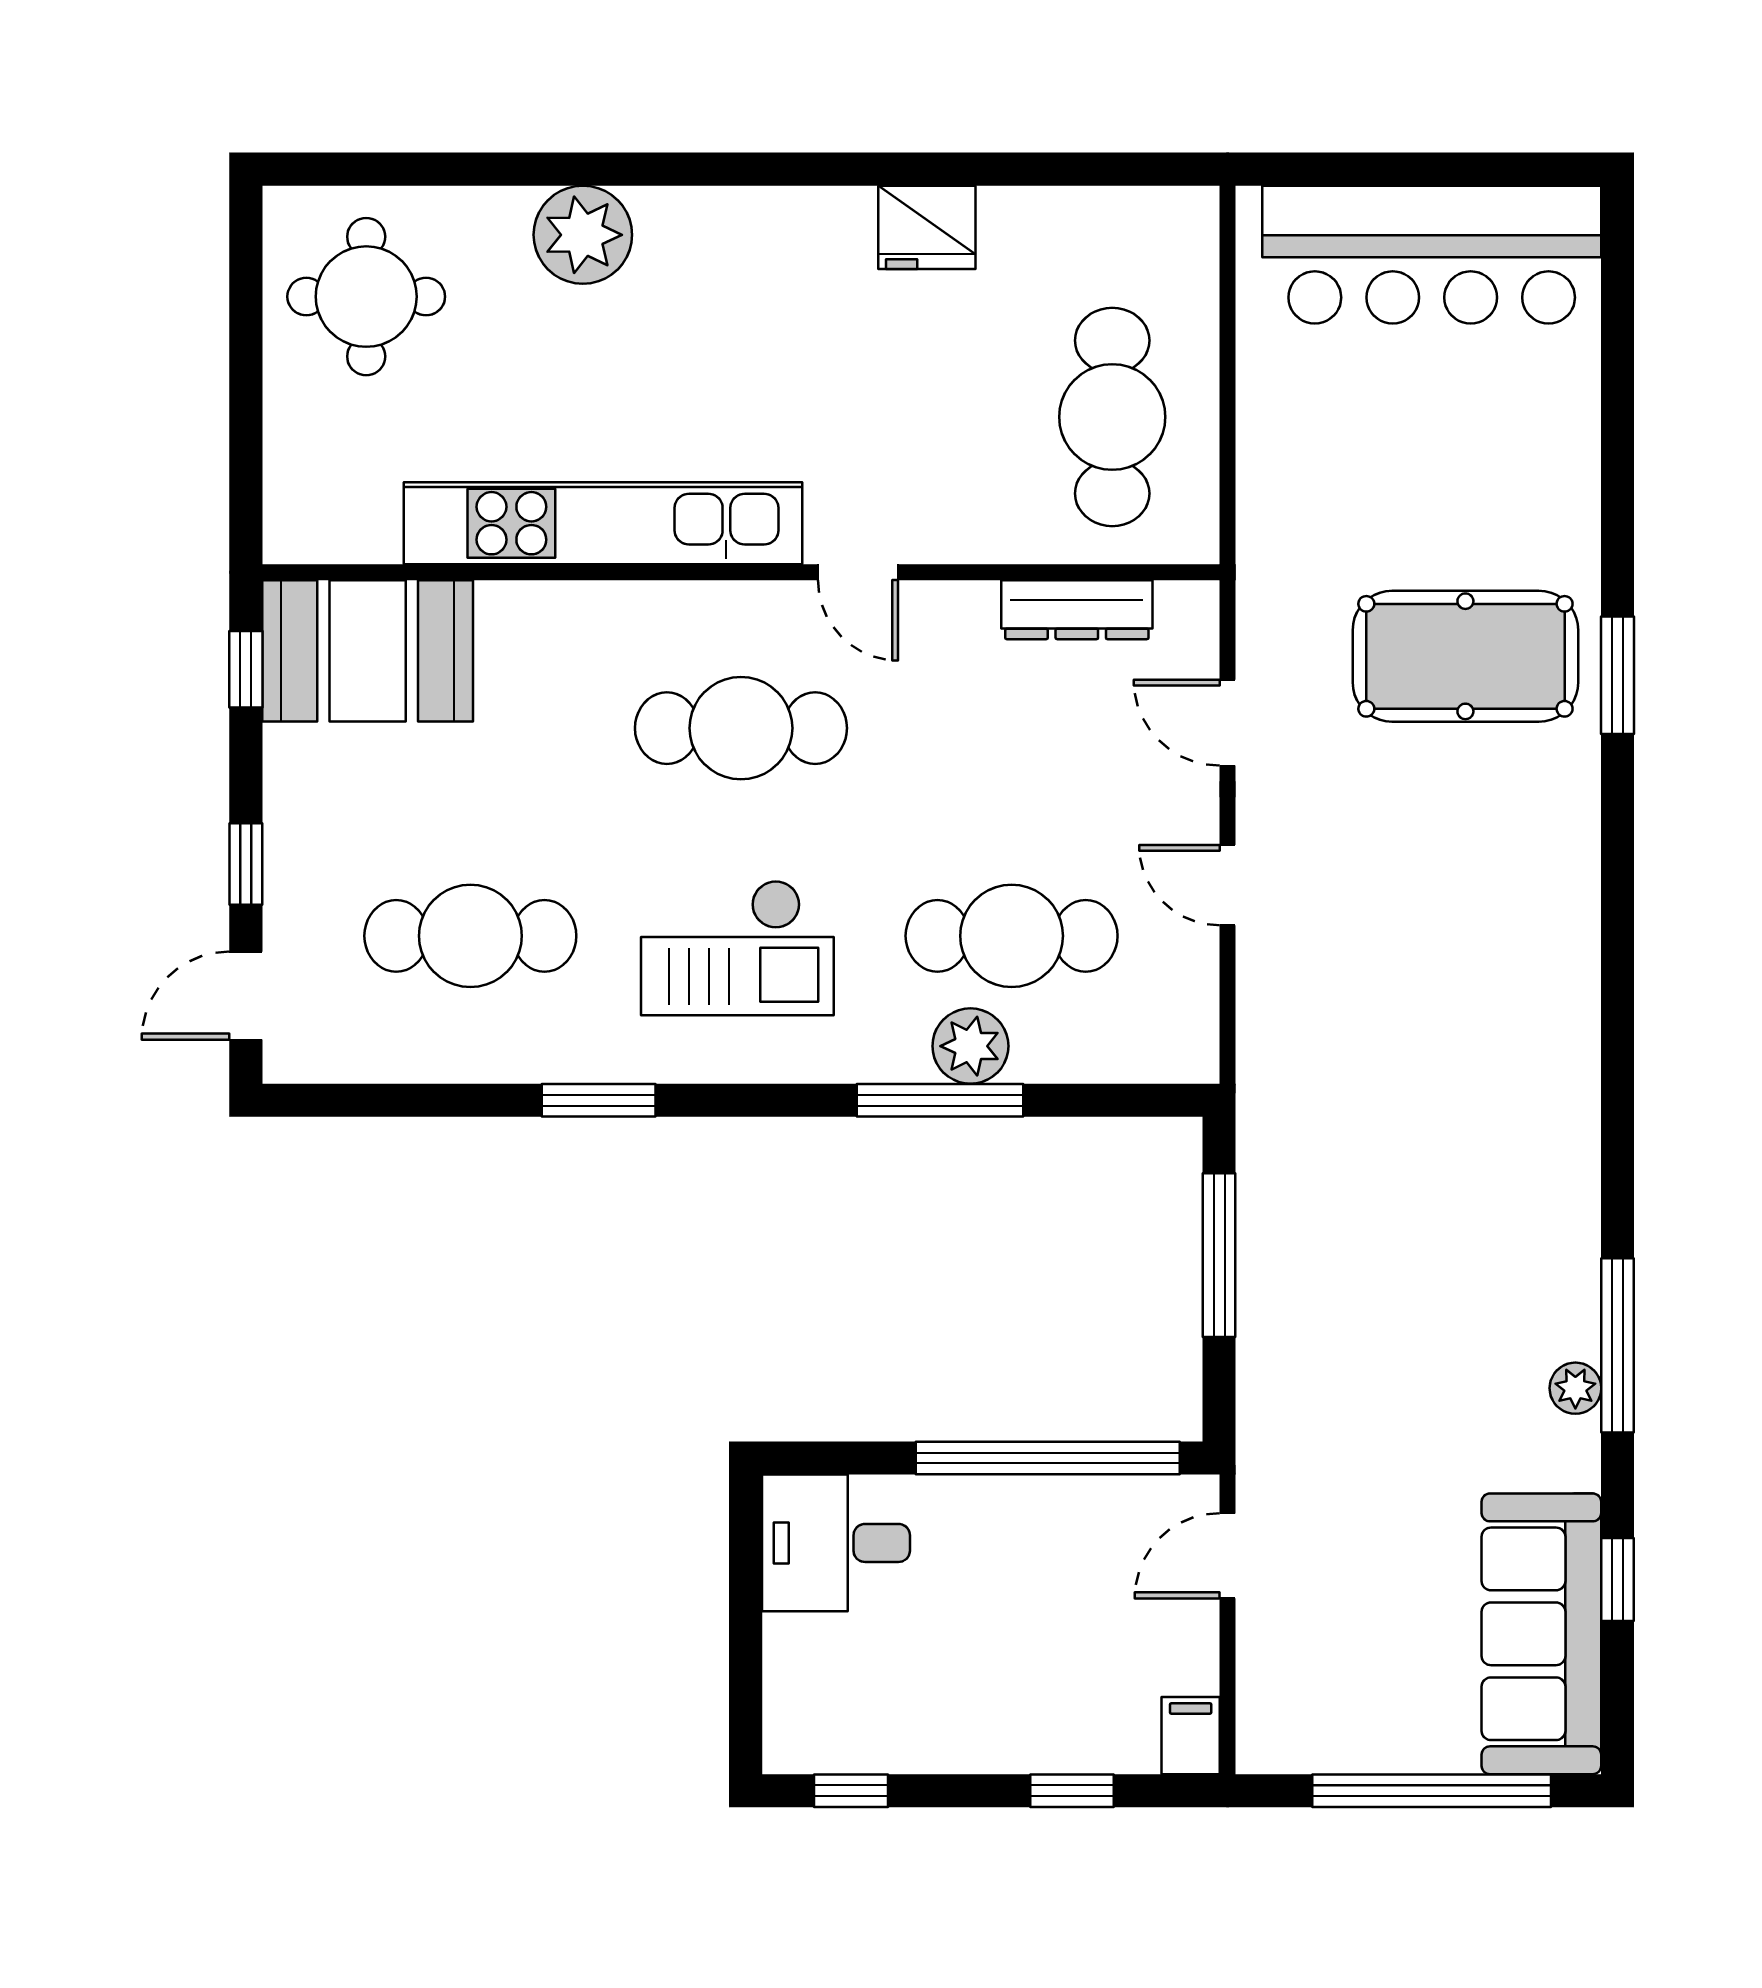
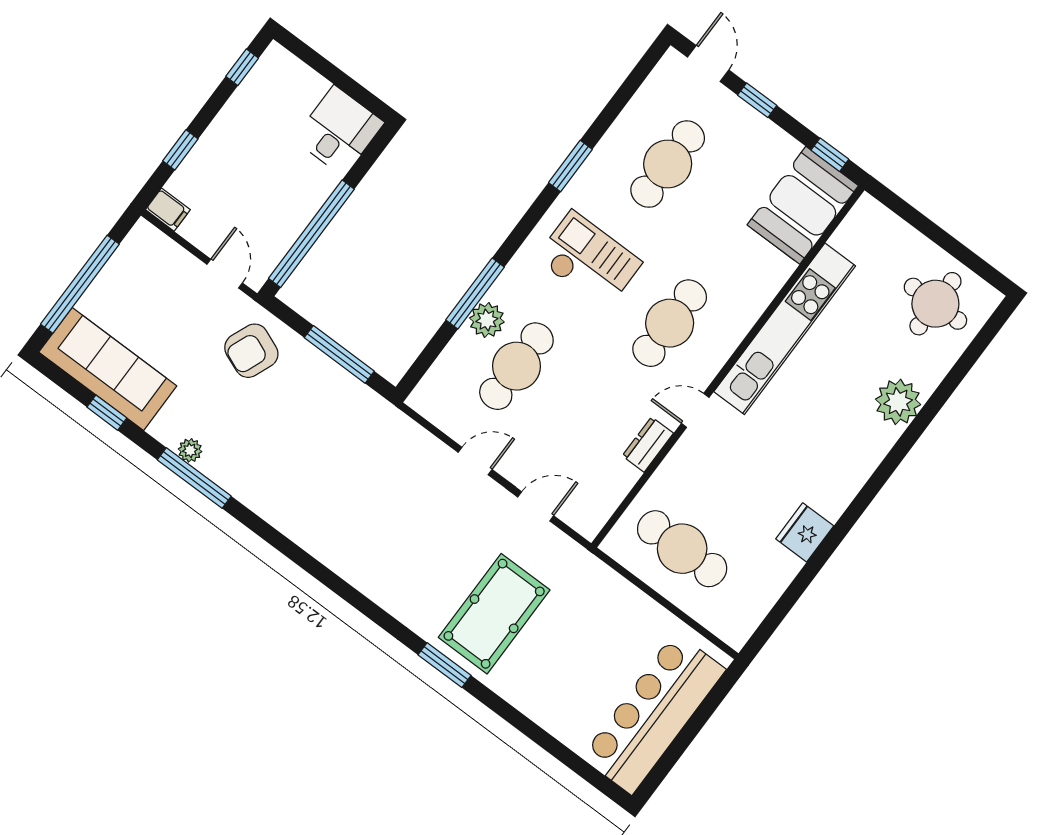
dresser: (1077, 610) -> (648, 444), moved, width x0.70
checkout: (737, 948) -> (589, 260), turned 90
armchair: (1326, 1411) -> (251, 351), added

